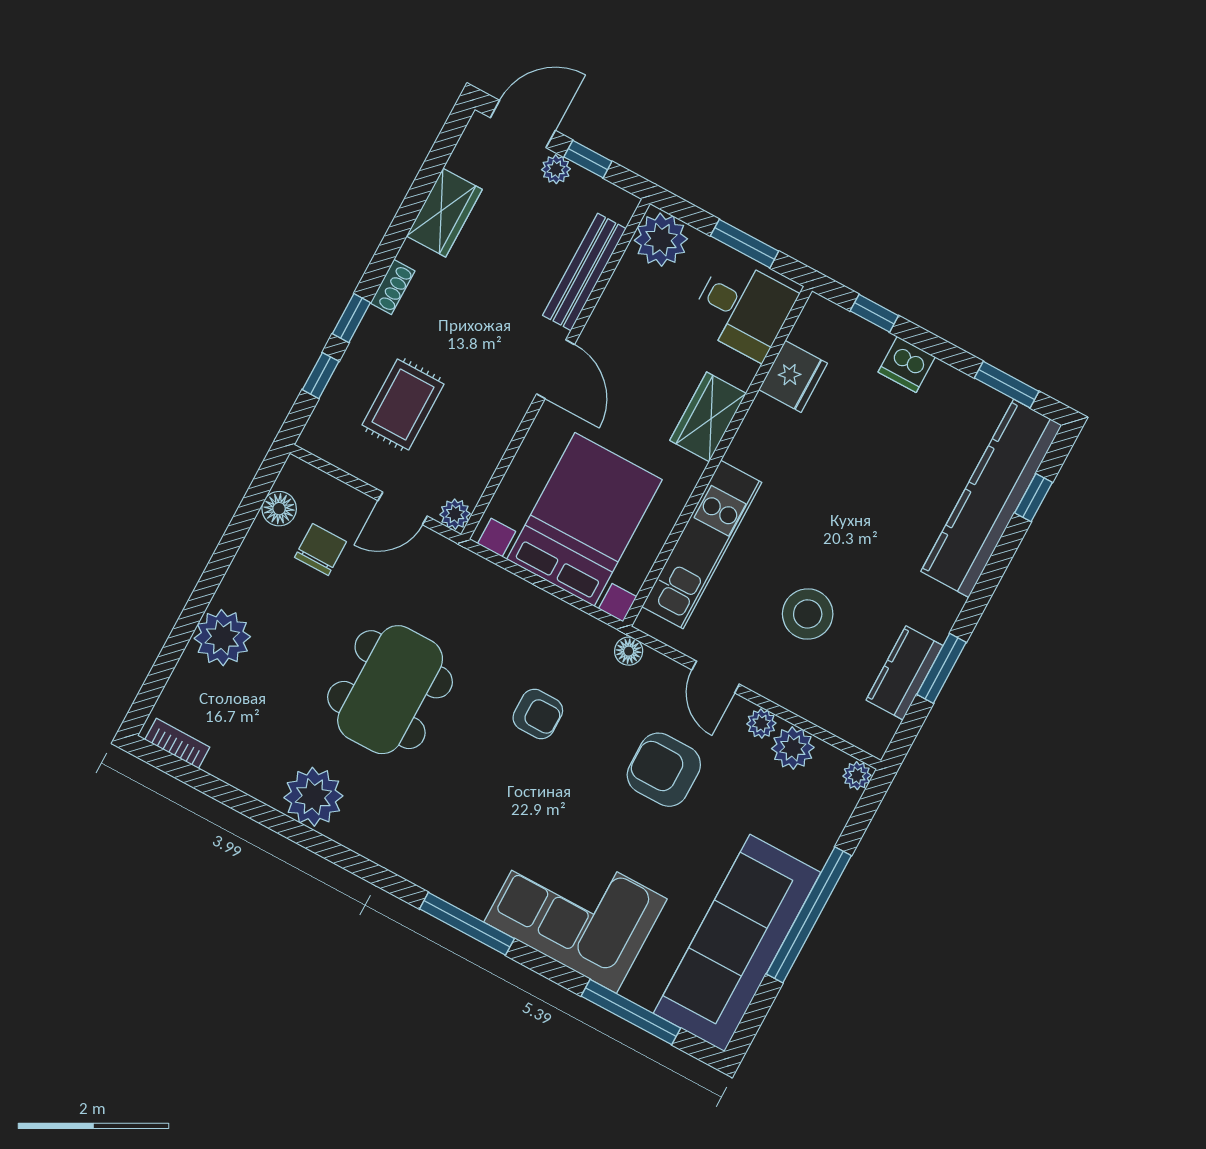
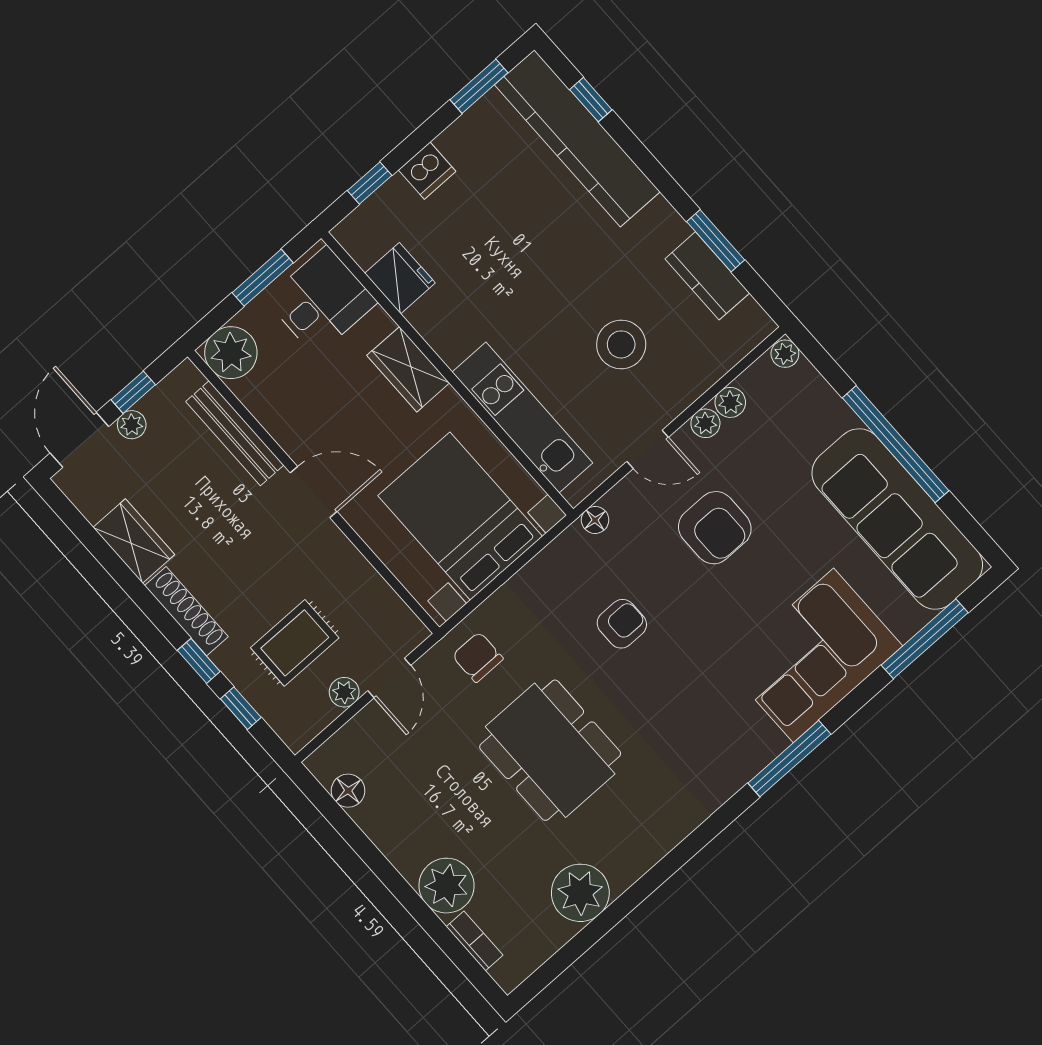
shoe rack: (393, 287) -> (186, 611), width x1.94, depth x1.24
rug: (403, 404) -> (295, 643), turned 90
plant: (455, 514) -> (344, 692), moved
chair: (320, 550) -> (478, 657), moved
bookcase: (177, 743) -> (475, 941), moved, turned 90
plant: (793, 748) -> (730, 402), width x0.73, depth x0.73
armchair: (664, 770) -> (715, 528), turned -90
plant: (313, 797) -> (580, 893), moved

